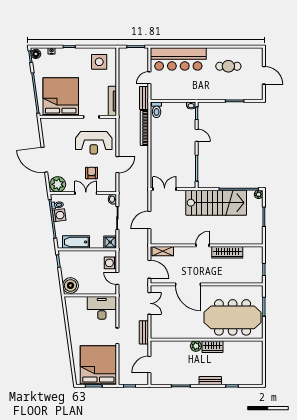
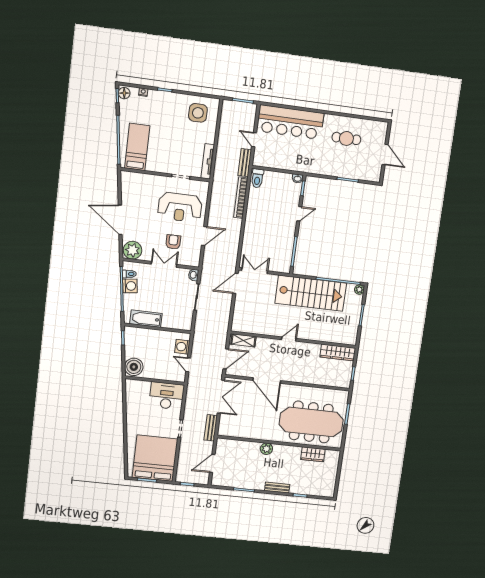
door: (149, 78) -> (254, 140), hinge flipped
bed: (61, 97) -> (137, 147), width x0.49
door: (197, 135) -> (299, 214), hinge flipped
door: (149, 220) -> (236, 283), moved
shower: (110, 242) -> (185, 323), removed
wardrobe: (227, 252) -> (338, 352), moved
door: (149, 269) -> (226, 359), hinge flipped
double door: (149, 303) -> (221, 397), width x1.37
wardrobe: (212, 347) -> (313, 454), moved

